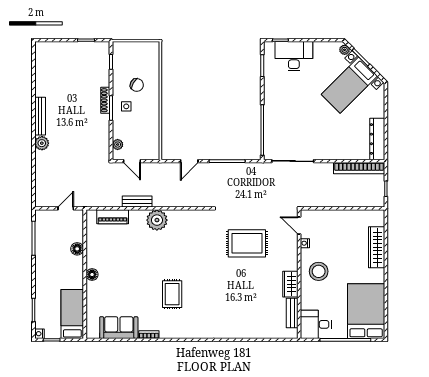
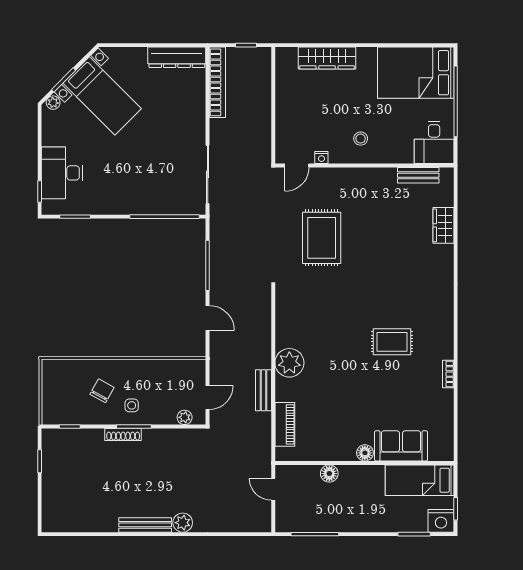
stool: (319, 271) -> (361, 139), width x0.53, depth x0.53
wardrobe: (290, 284) -> (443, 225), moved, turned 90
sofa: (119, 328) -> (401, 446), moved, turned 90
nightstand: (39, 334) -> (441, 521), width x1.89, depth x1.79

